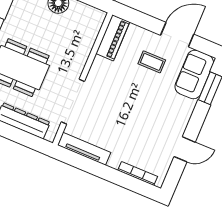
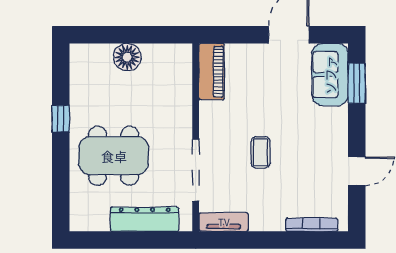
coffee table: (152, 62) -> (261, 152), moved, turned 90
tv unit: (84, 149) -> (224, 222), width x0.71

